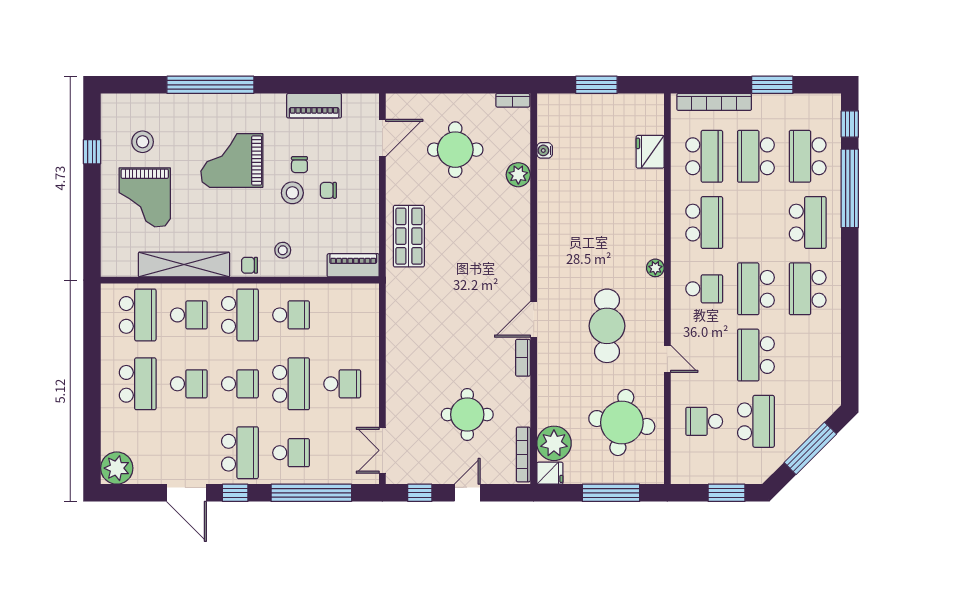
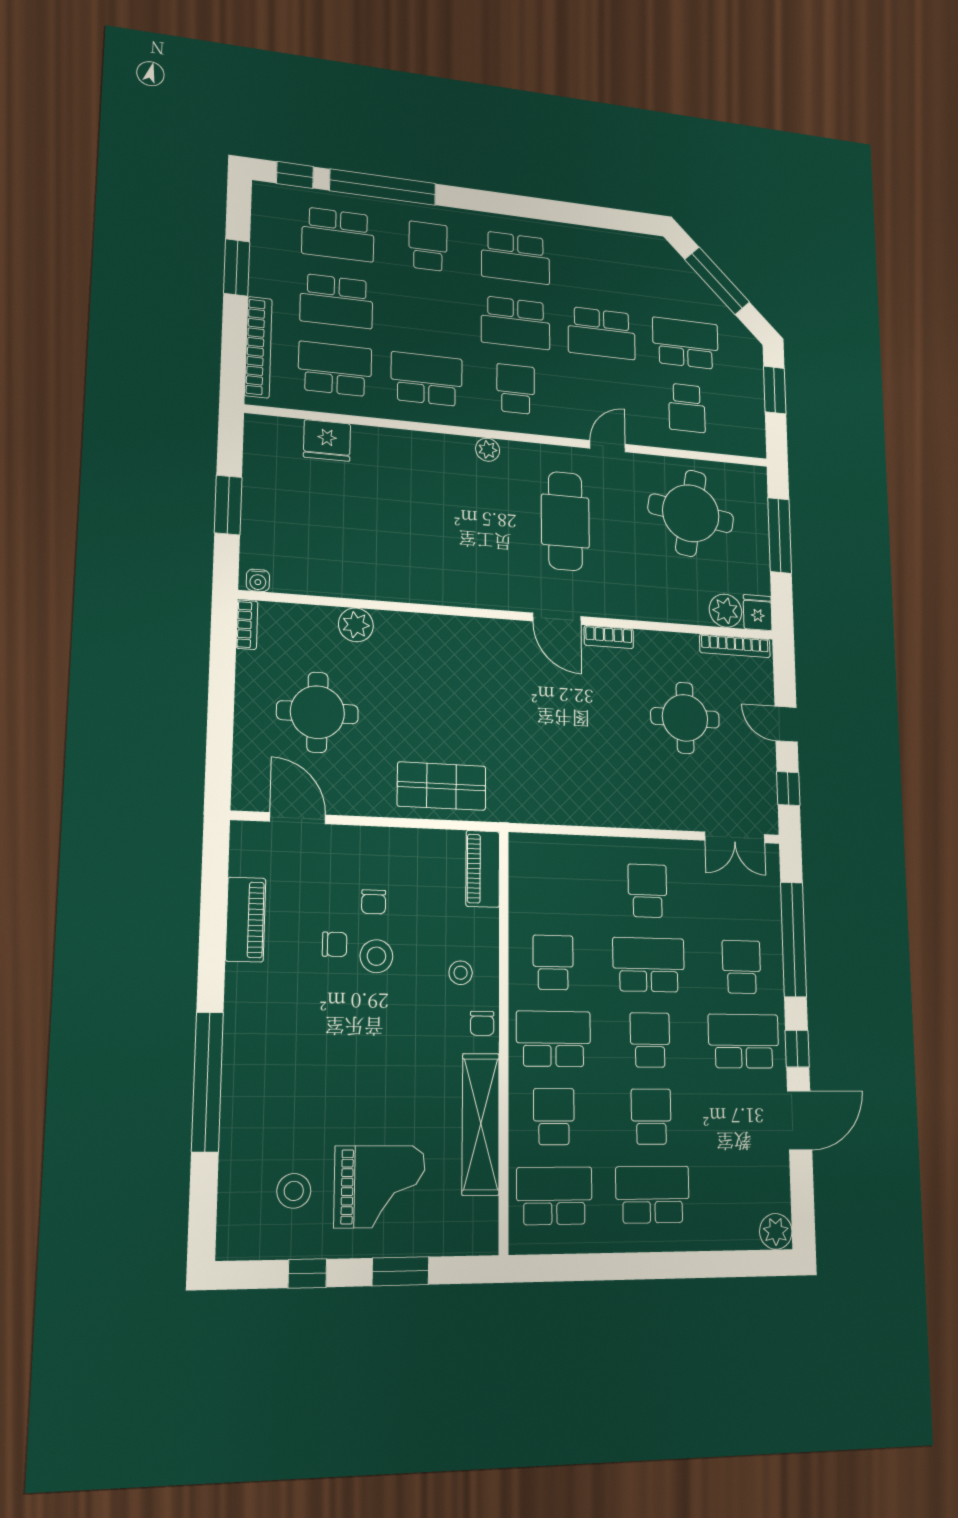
water cooler: (545, 150) -> (258, 580), moved
grand piano: (232, 161) -> (326, 1049), removed
window: (92, 212) -> (400, 1271), added
school desk: (808, 223) -> (428, 246), width x0.54
cafe table: (607, 326) -> (565, 521), turned 90
plant: (554, 443) -> (726, 611), width x0.73, depth x0.73
plant: (117, 468) -> (776, 1231), width x0.73, depth x0.73

